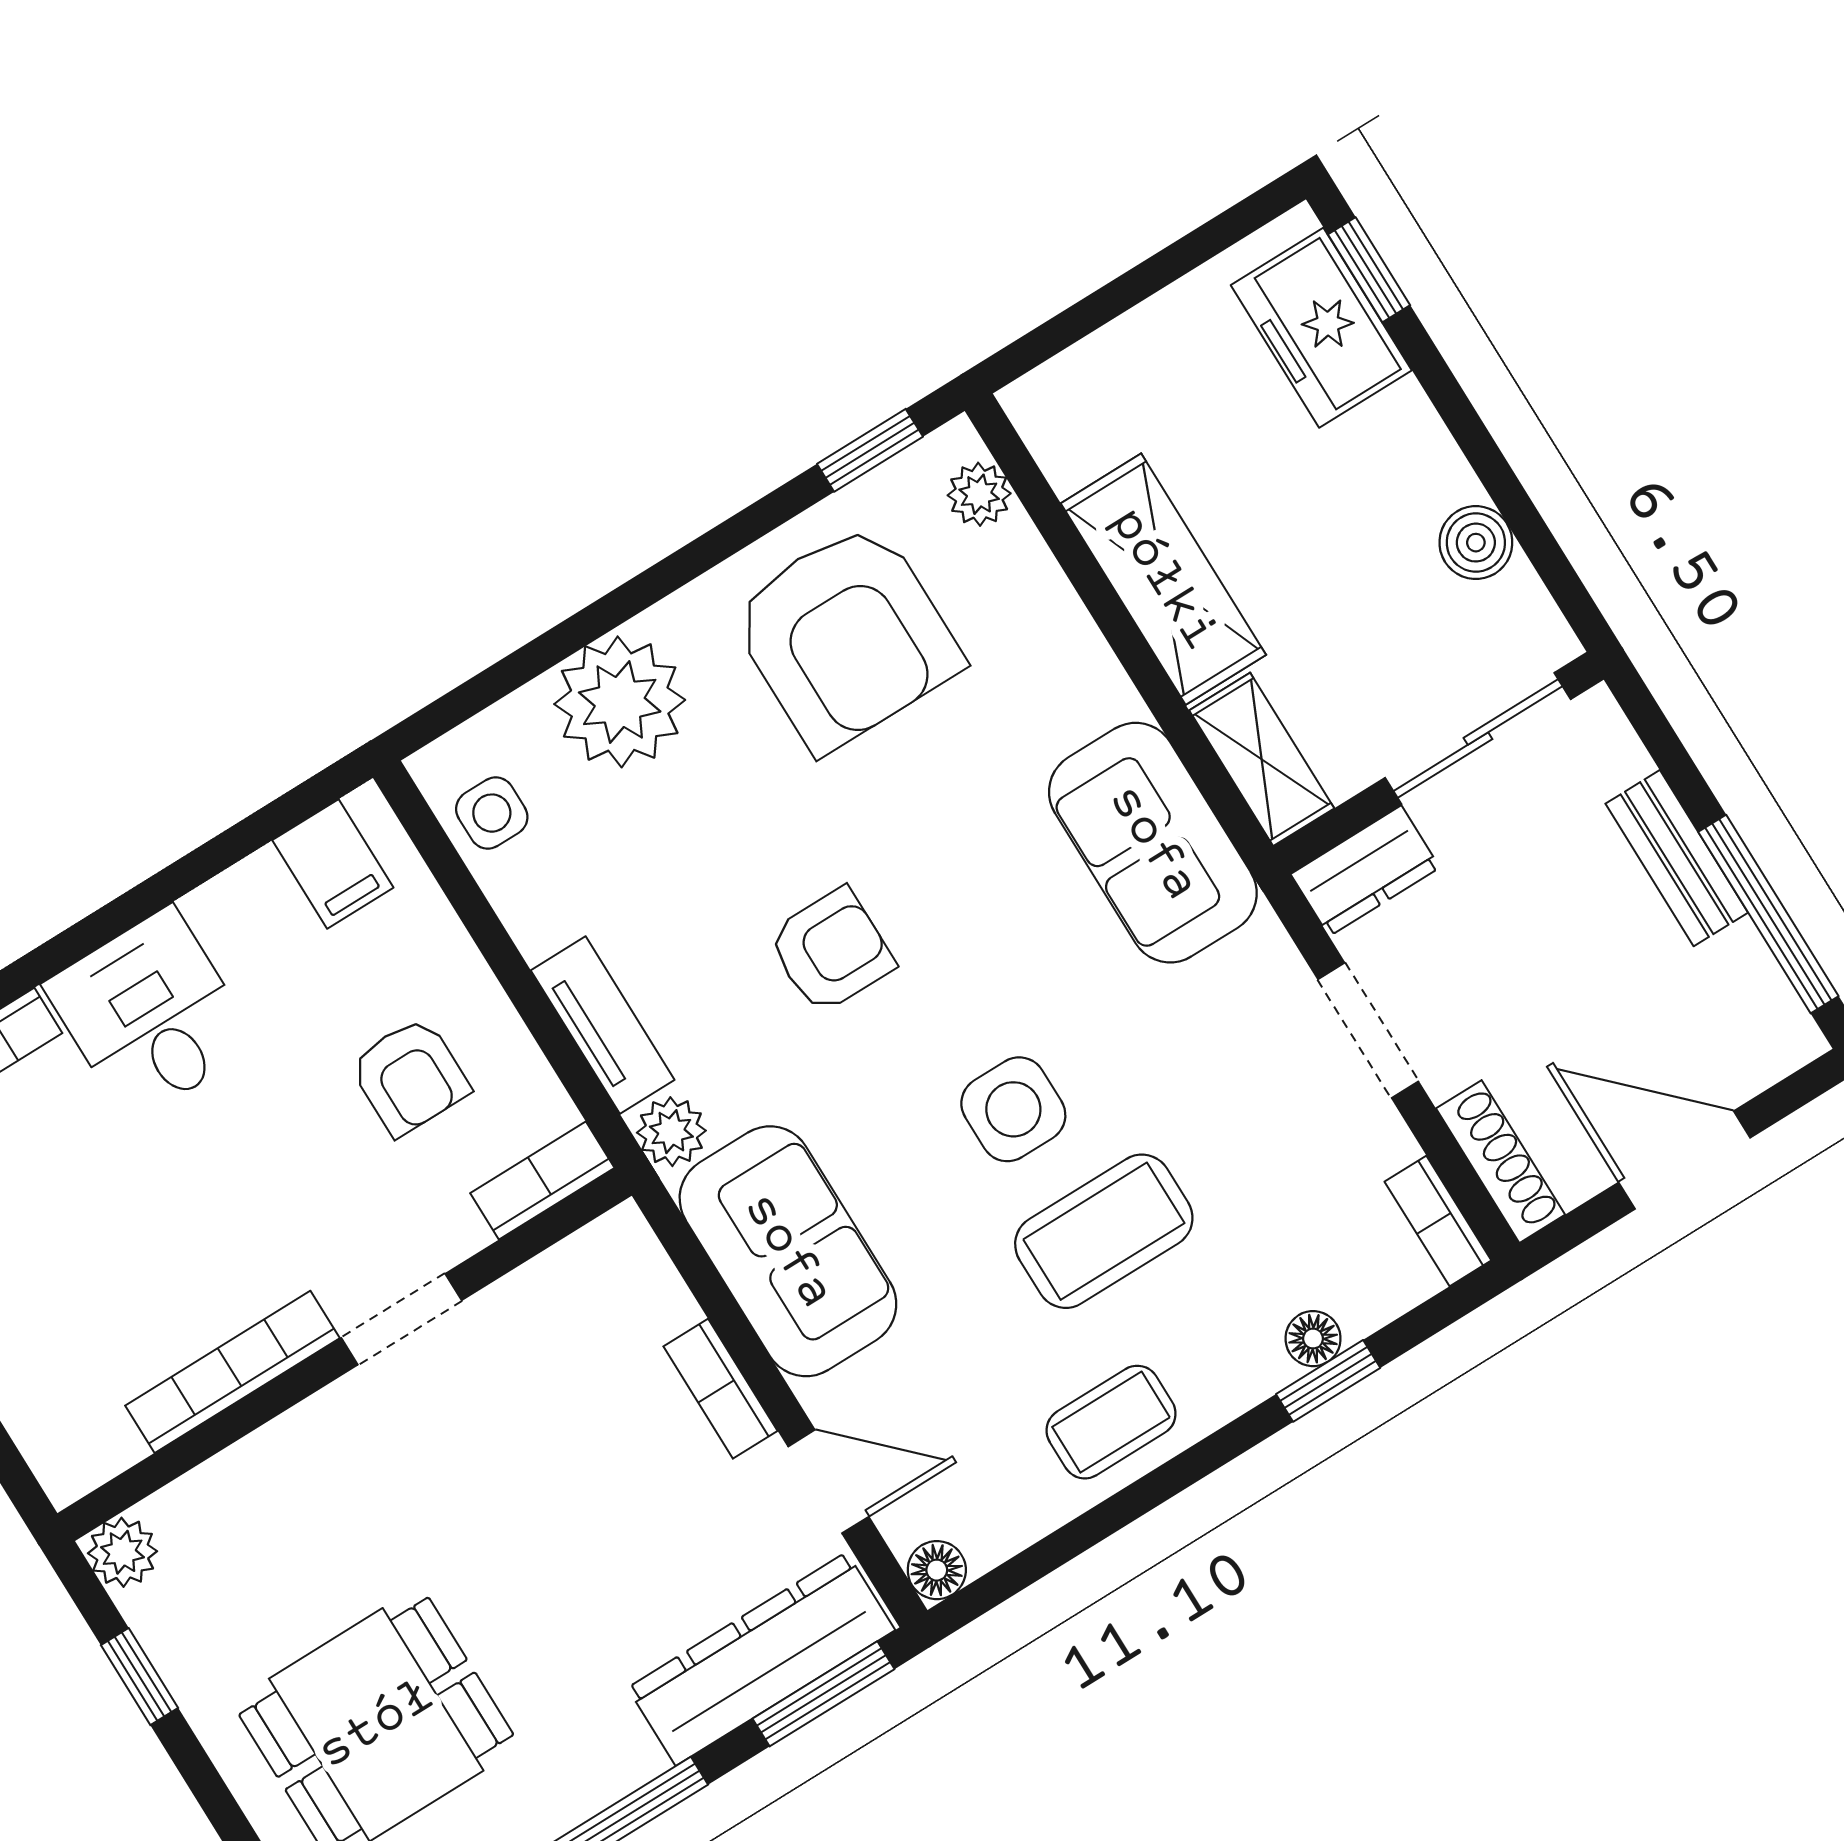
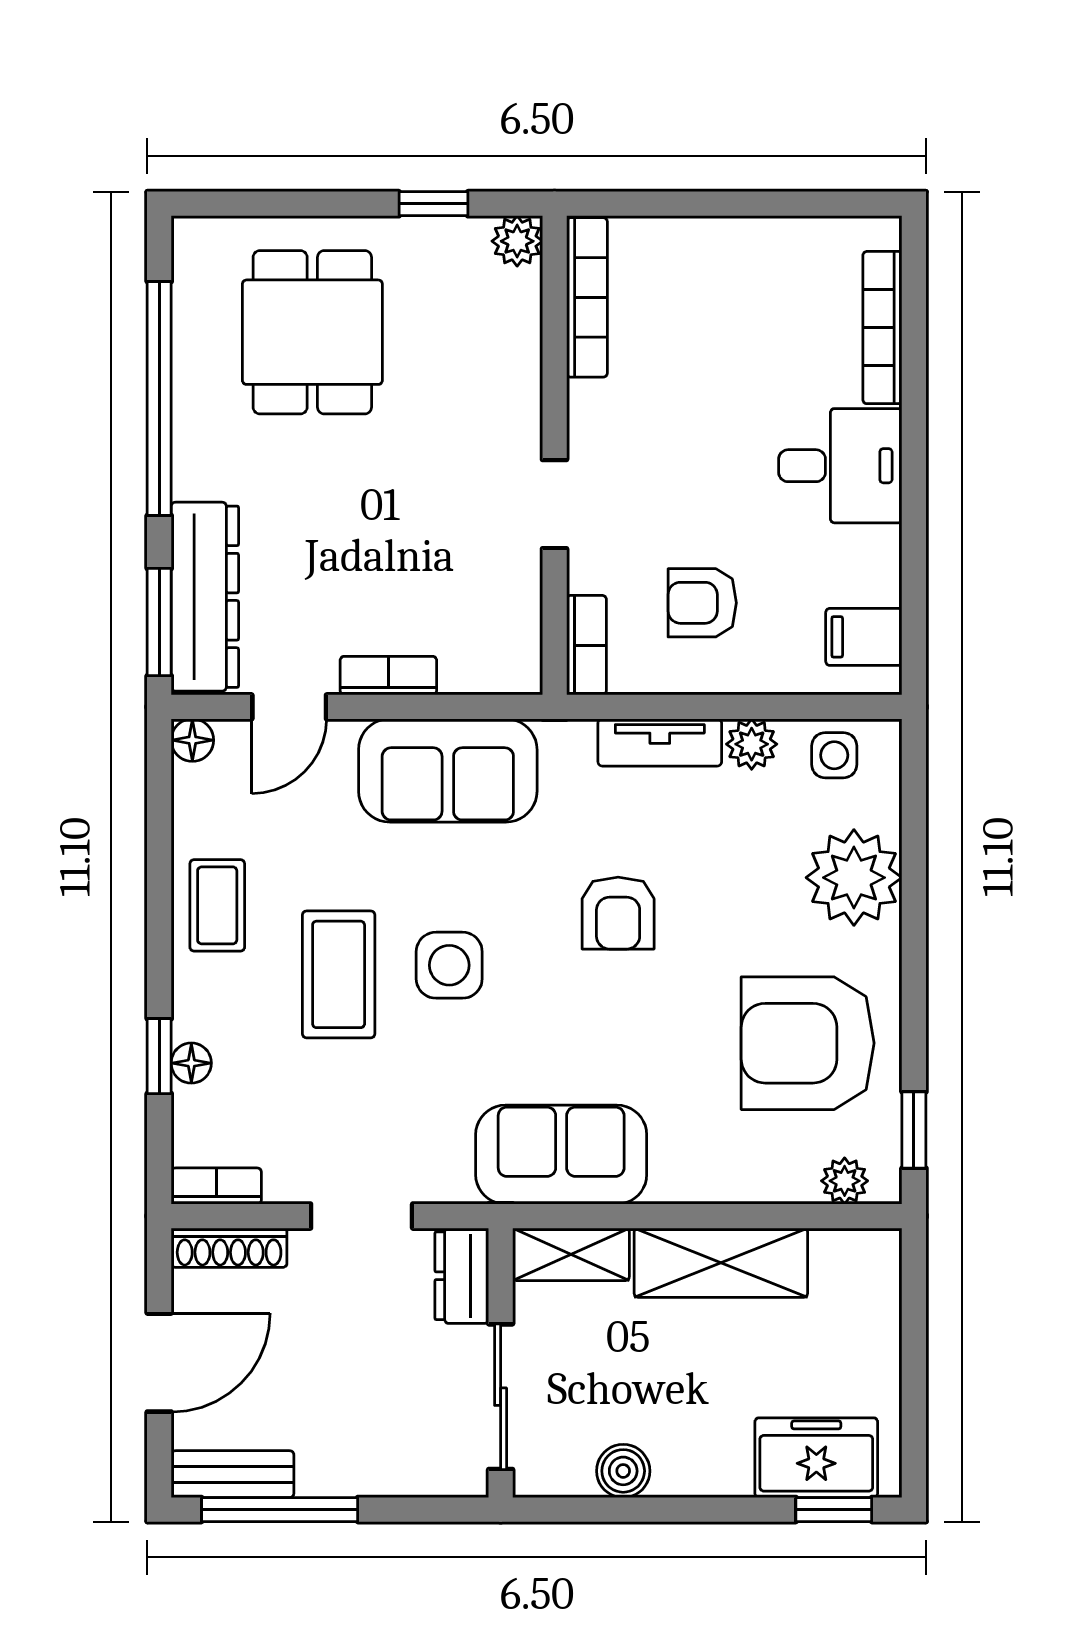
bench: (1677, 858) -> (232, 1474), moved
plant: (671, 1132) -> (752, 744), moved
bookcase: (232, 1372) -> (587, 297), moved

